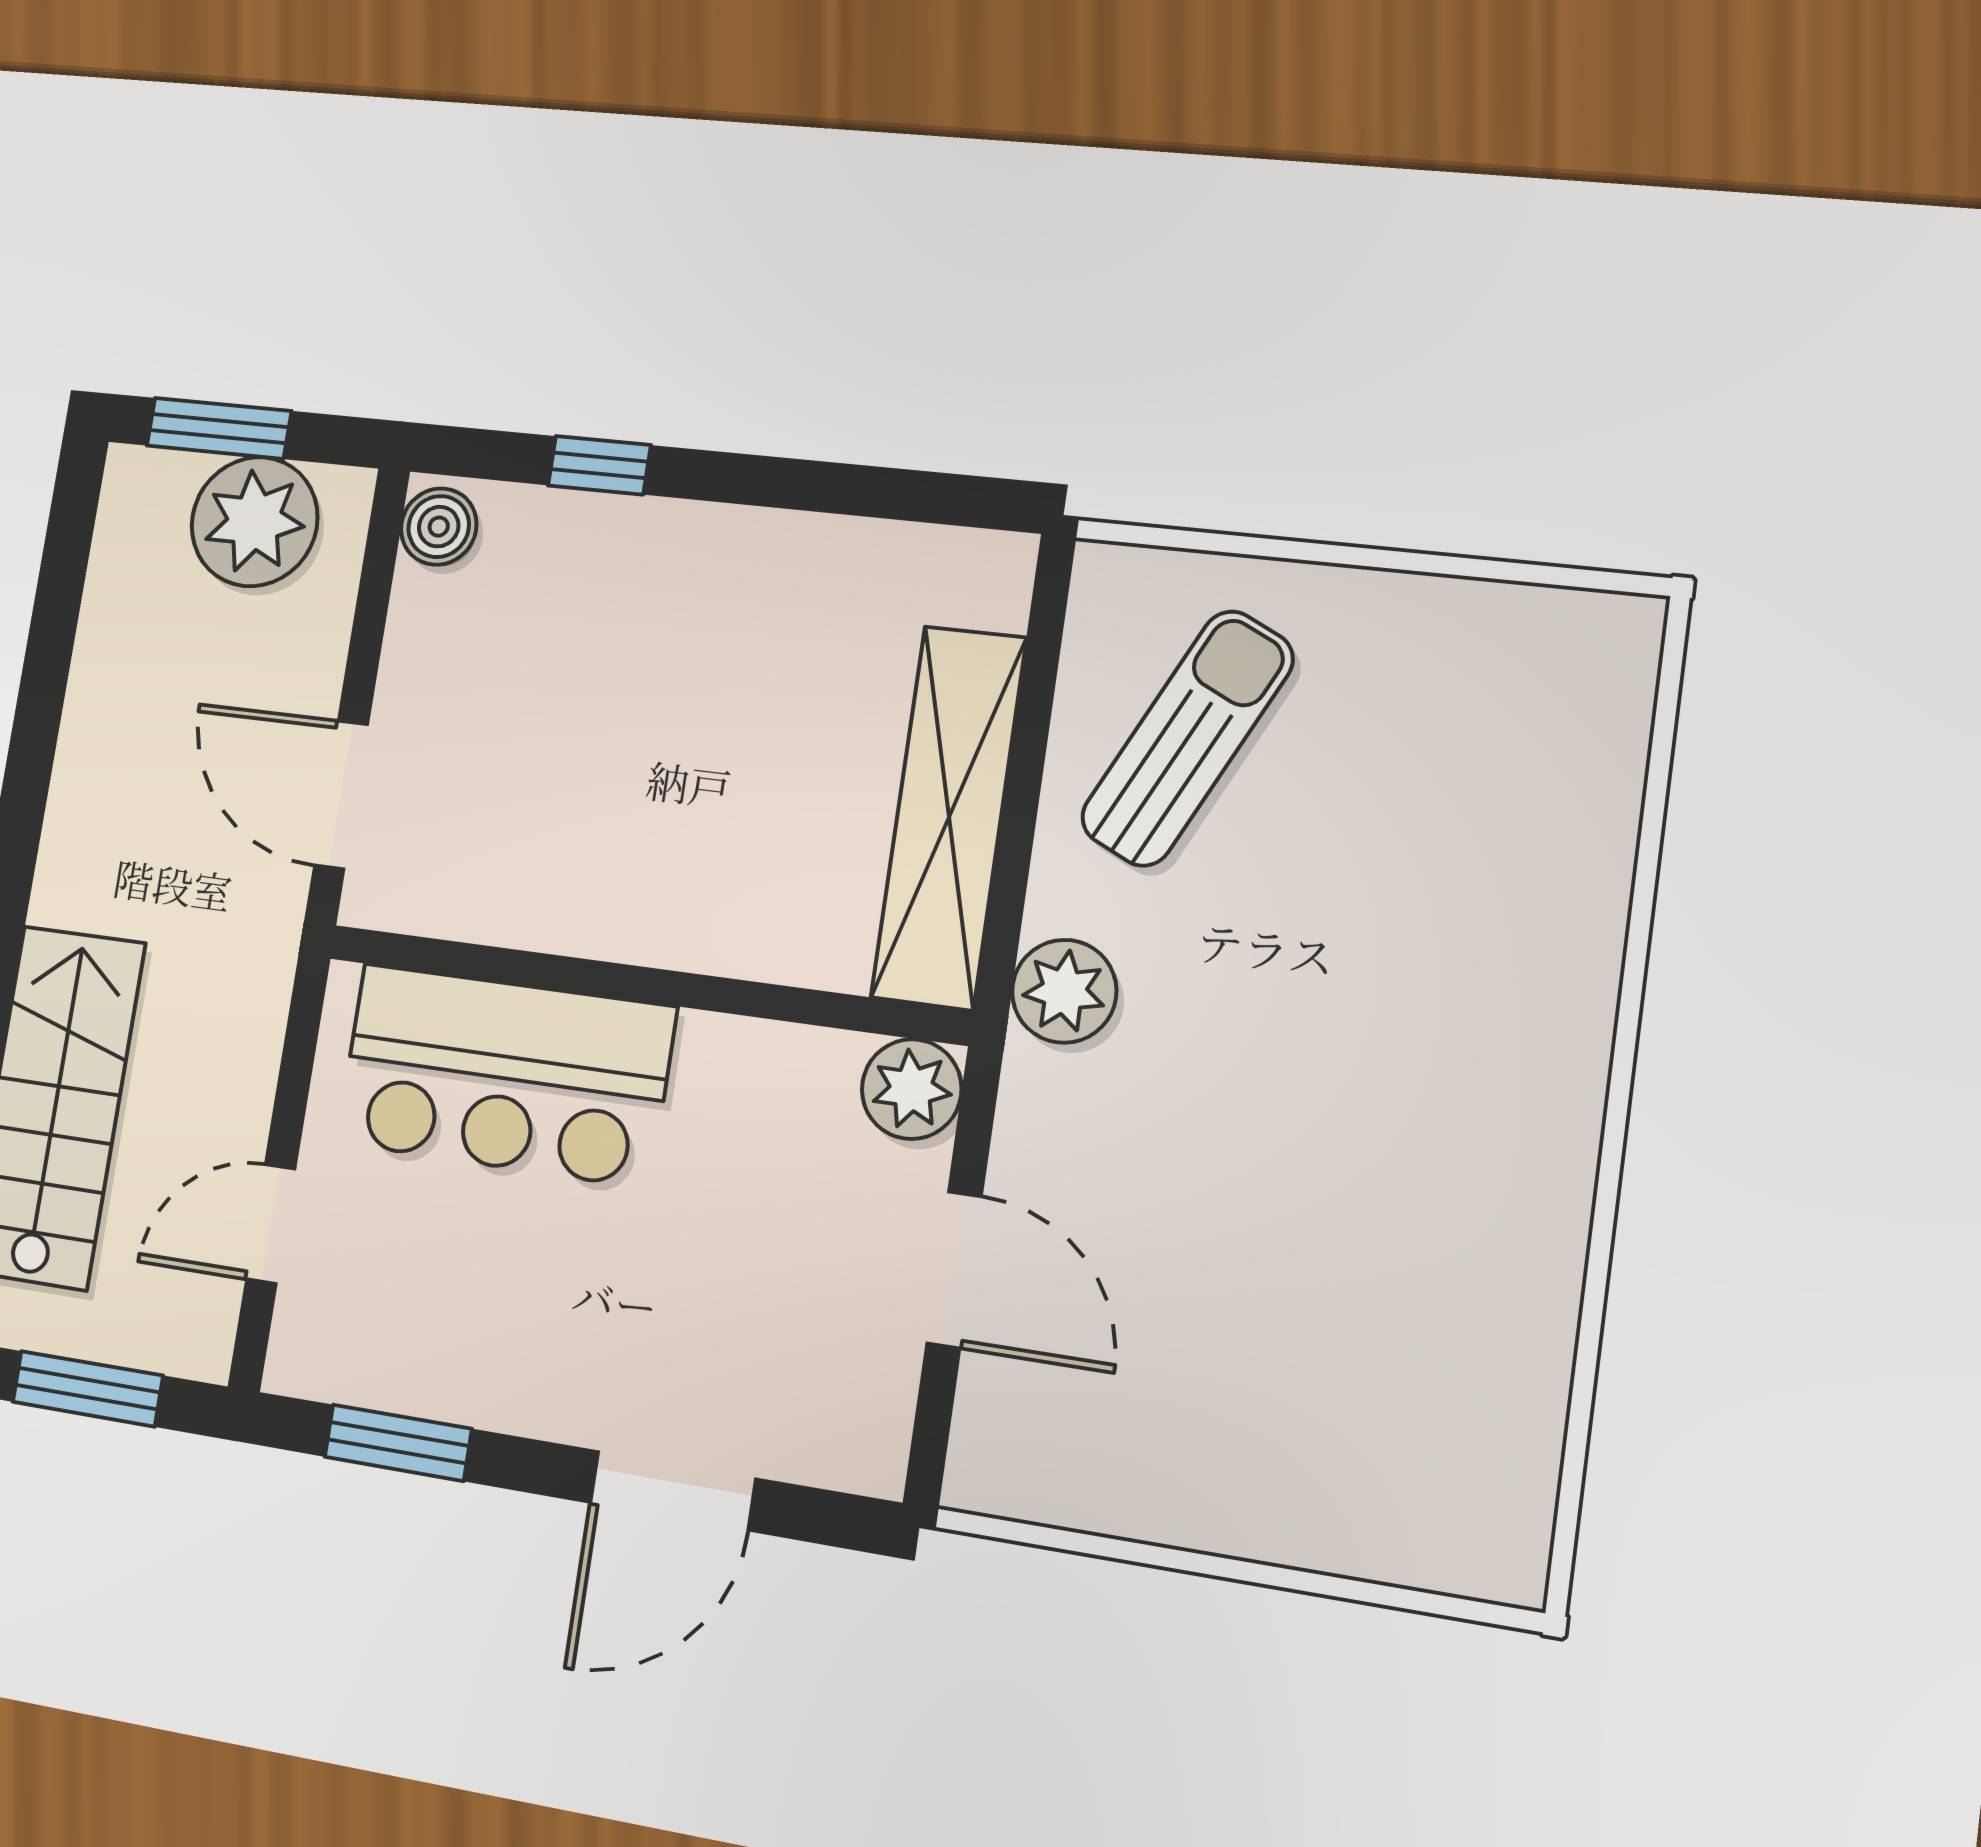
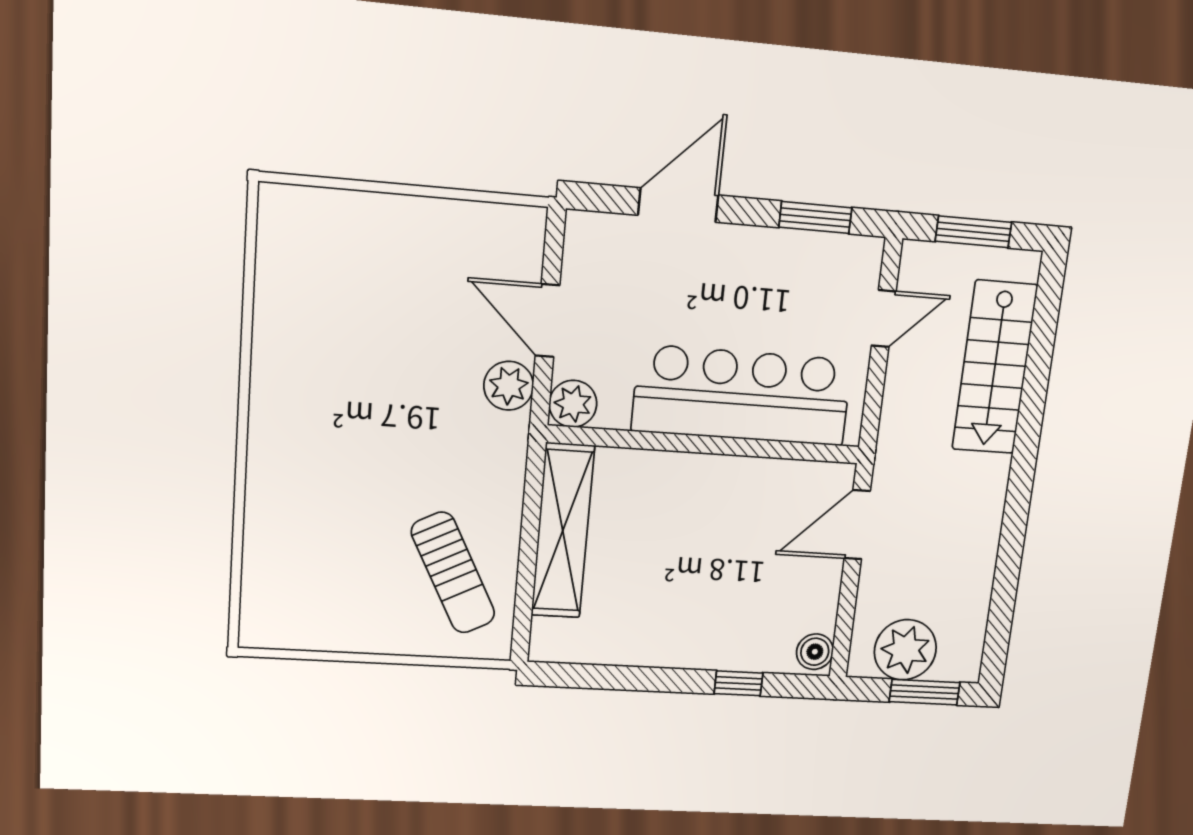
sun lounger: (1187, 738) -> (453, 573), turned -53
door: (341, 795) -> (857, 525), swing flipped
plant: (1064, 991) -> (509, 386), moved
bar counter: (505, 1075) -> (742, 396), width x1.36

